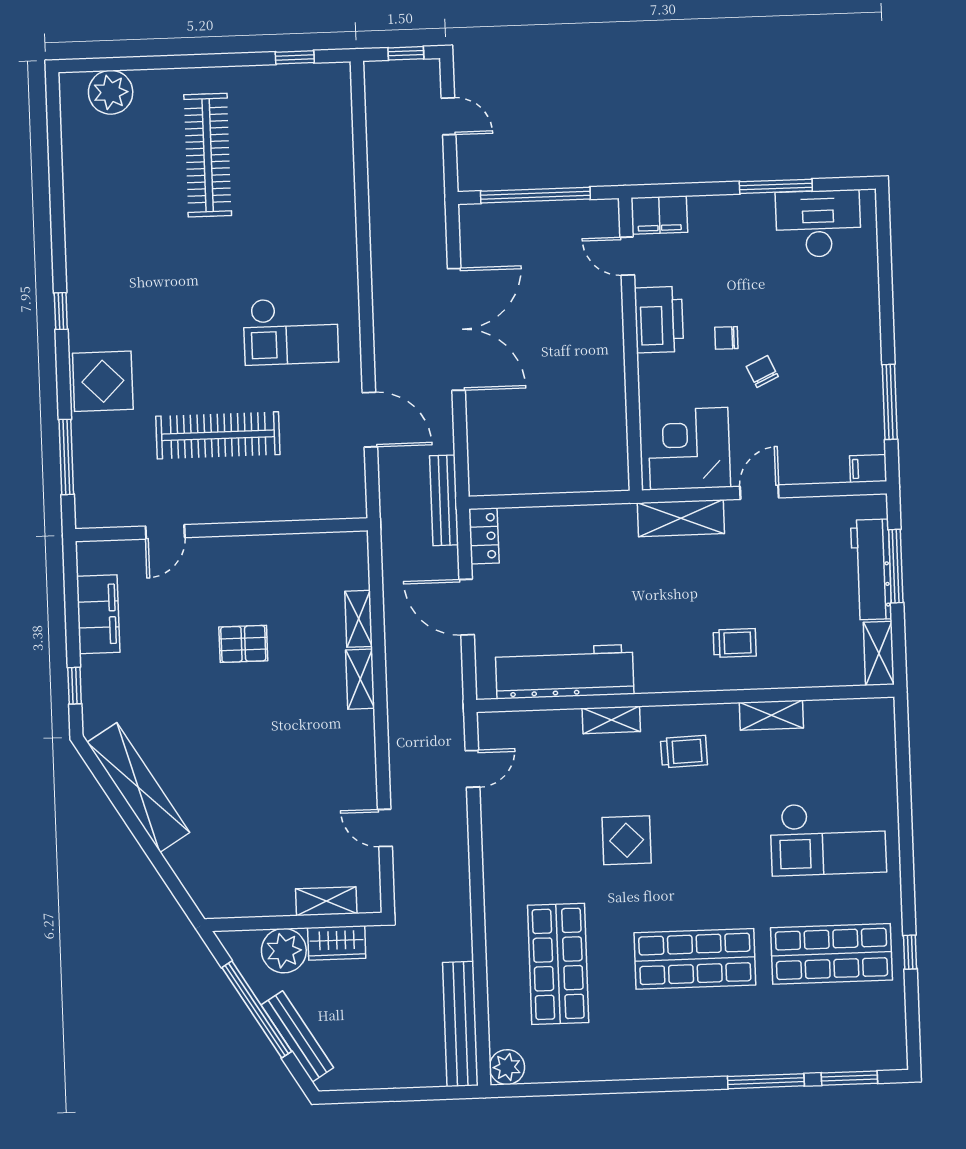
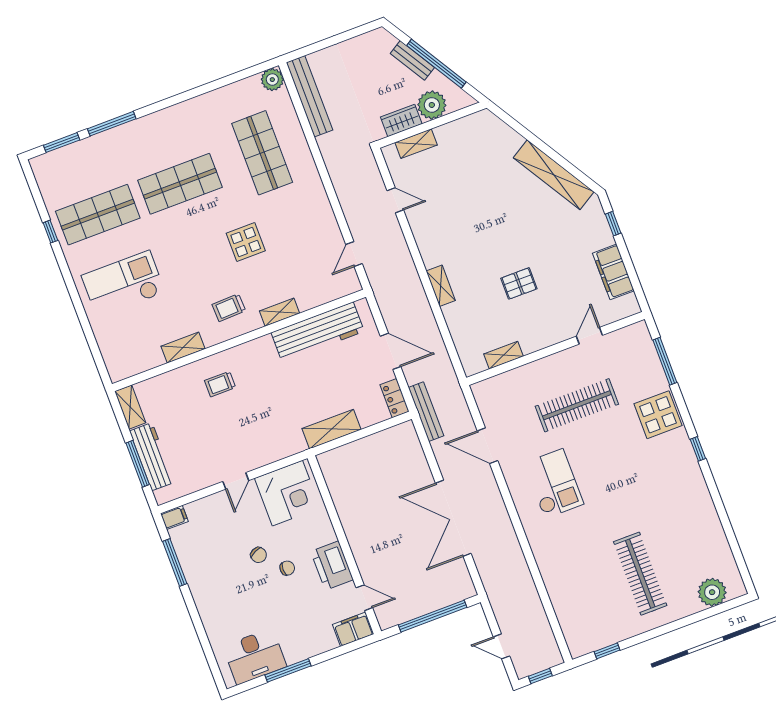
checkout: (291, 331) -> (554, 484), turned 90
shelving: (681, 518) -> (332, 429), moved
shelving: (359, 619) -> (504, 355), moved, turned 90
bench: (297, 1036) -> (412, 60), width x0.73

